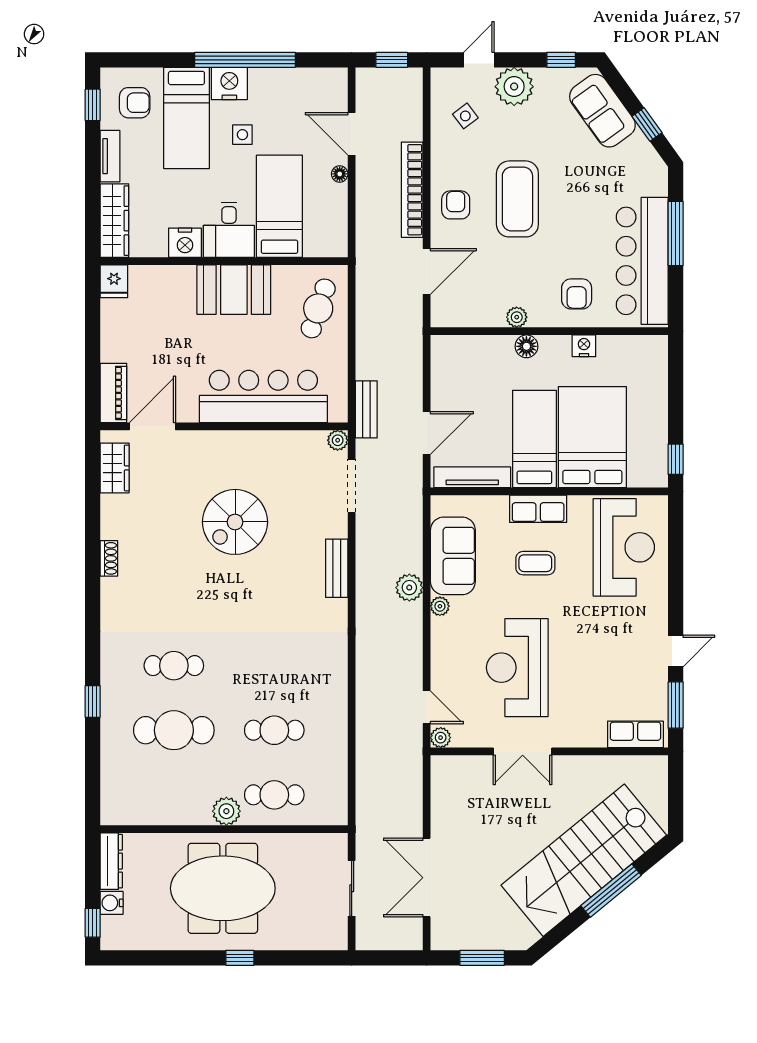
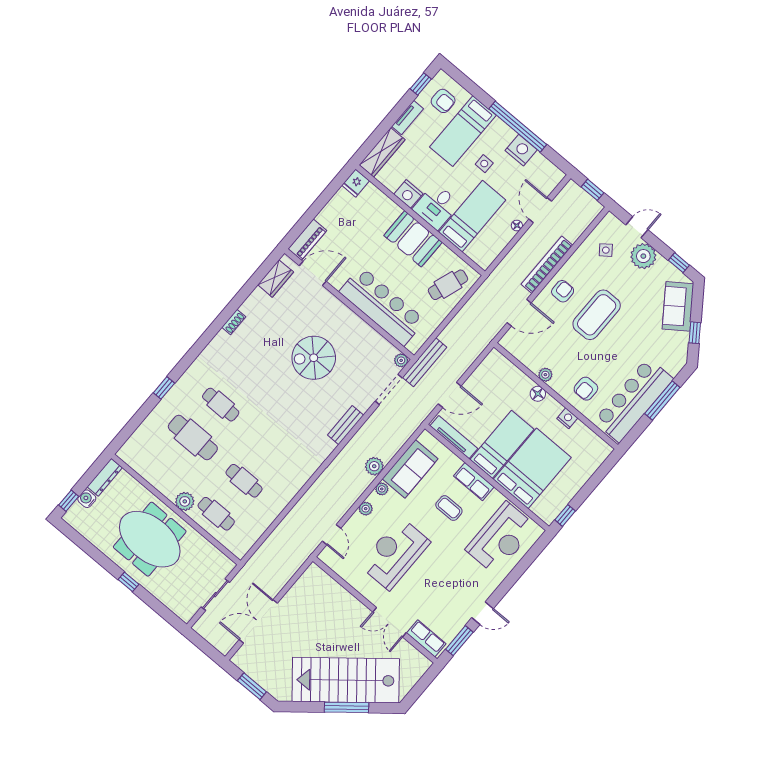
nightstand: (229, 84) -> (521, 150), moved
bench: (366, 409) -> (425, 362), width x1.36
plant: (441, 738) -> (366, 509), moved
double door: (523, 751) -> (389, 622), moved

